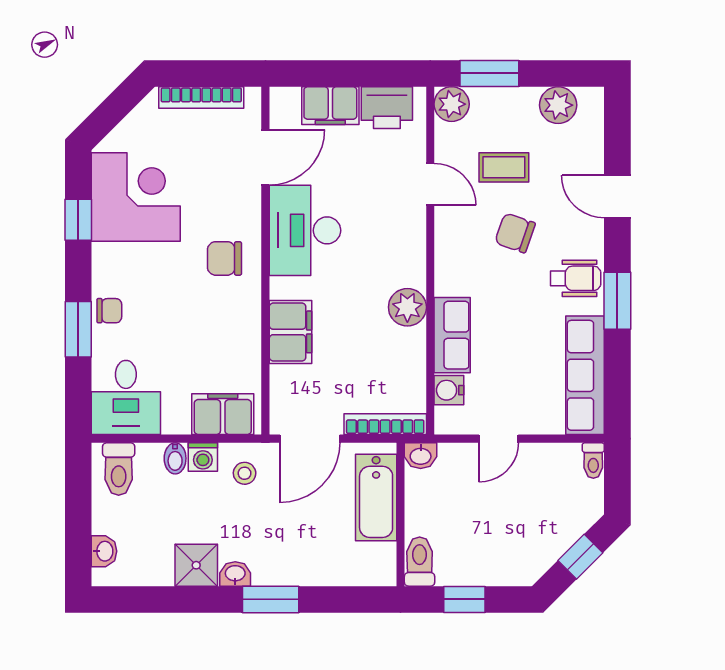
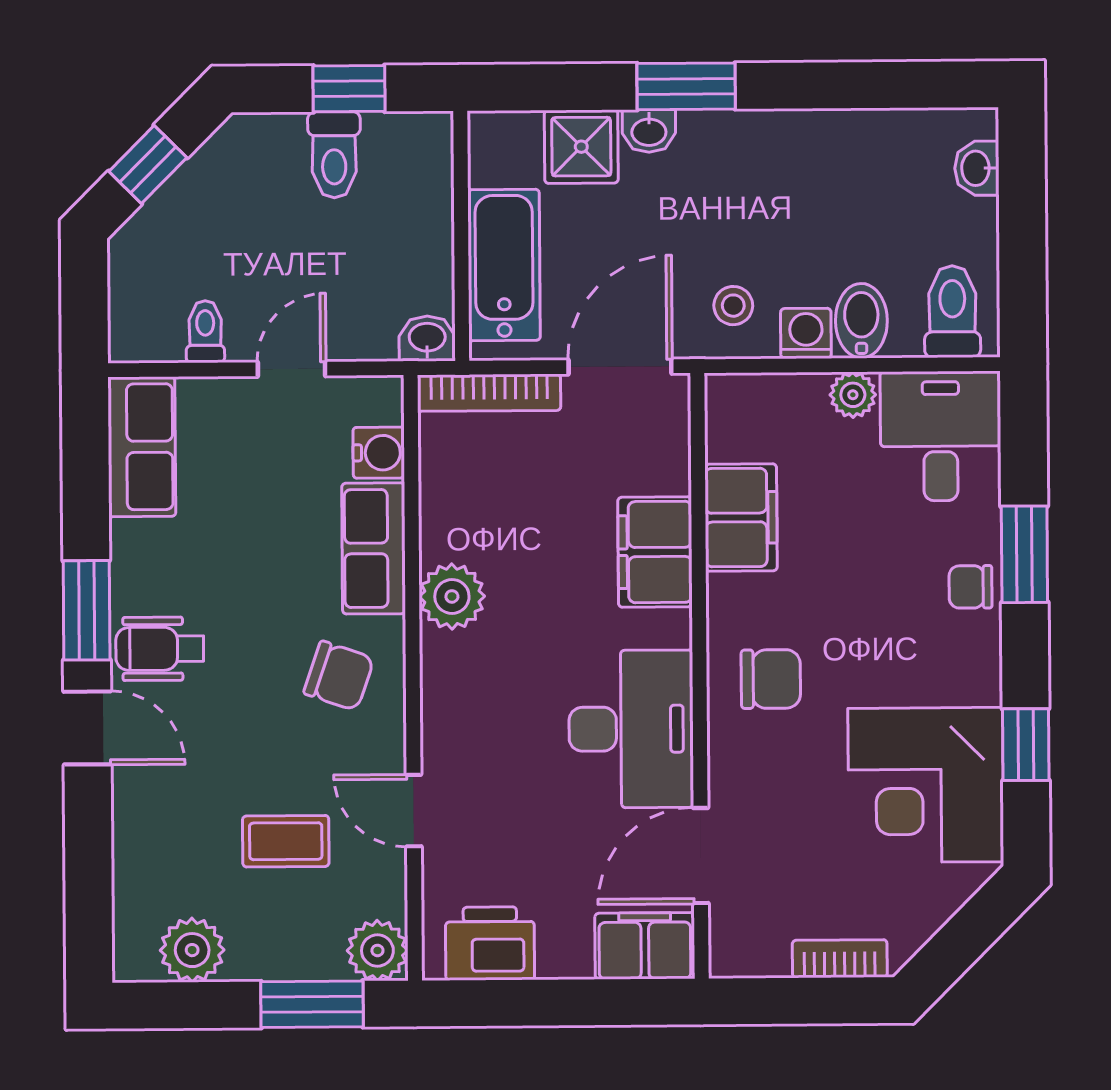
bookcase: (201, 98) -> (840, 959), width x0.64
filing cabinet: (330, 106) -> (645, 946), moved
door: (617, 197) -> (87, 728), moved
chair: (515, 233) -> (339, 676), moved
row of seats: (585, 375) -> (142, 447), width x0.68
filing cabinet: (223, 414) -> (741, 517), moved, turned -90
plant: (176, 422) -> (853, 395), added
bidet: (175, 458) -> (861, 321), width x1.38, depth x1.36
toilet: (593, 460) -> (205, 332), moved
toilet: (420, 562) -> (334, 155), moved
shower: (196, 565) -> (581, 147), moved
washbasin: (235, 574) -> (649, 131), moved

